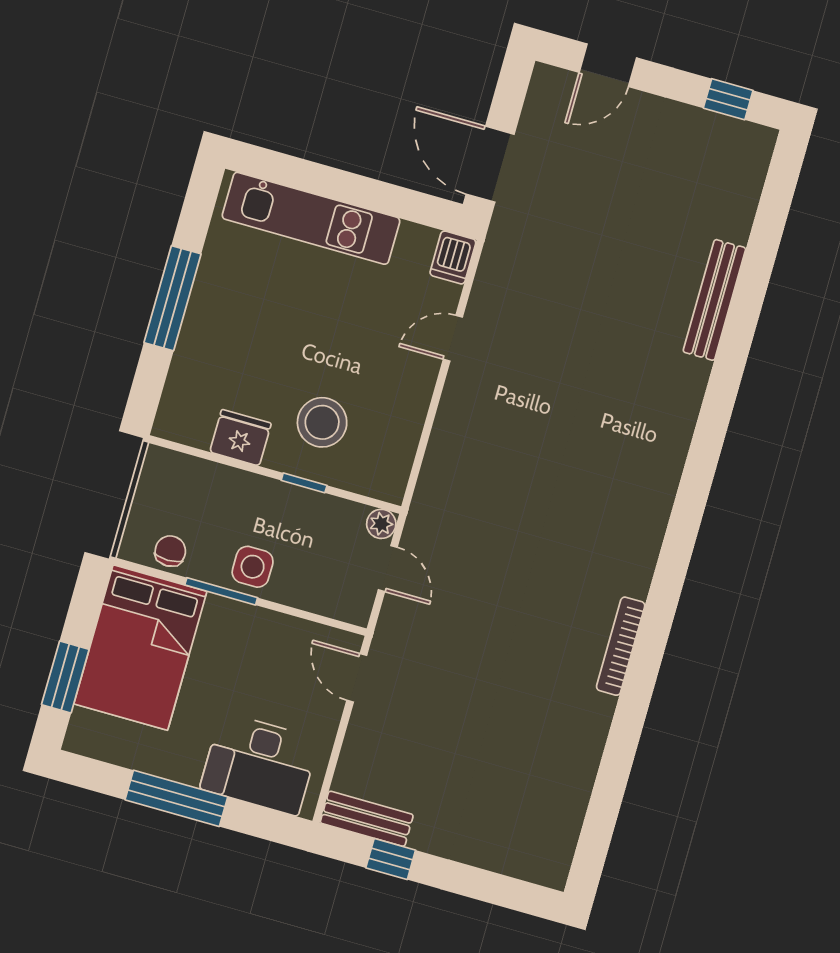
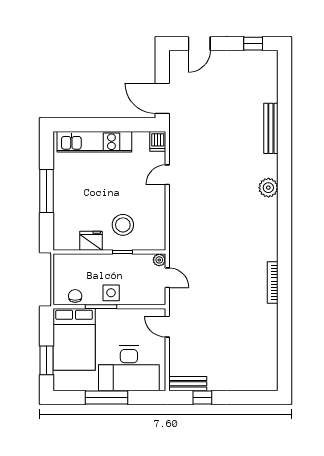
plant: (671, 431) -> (268, 188), added
desk: (260, 764) -> (129, 368), width x1.36, depth x1.30

